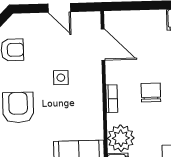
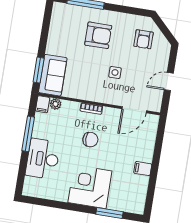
plant: (121, 138) -> (56, 104), width x0.53, depth x0.53

